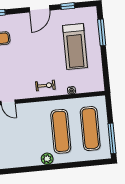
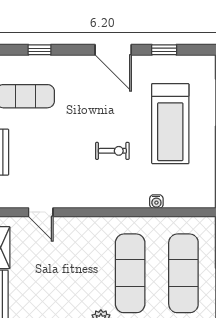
door: (39, 9) -> (113, 50), hinge flipped
exercise bike: (45, 86) -> (112, 151), moved

